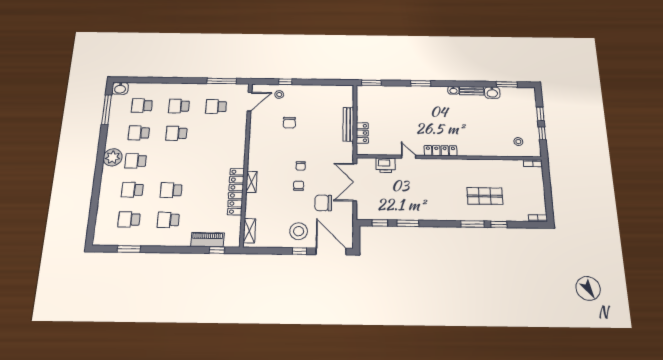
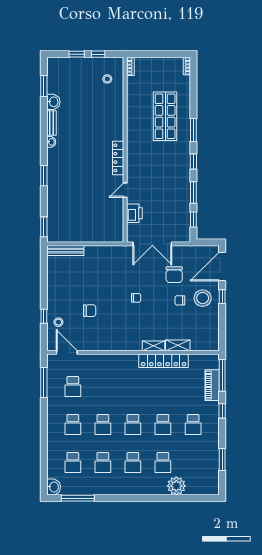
bench: (348, 124) -> (65, 251), moved
locker: (362, 133) -> (100, 236), removed
plant: (113, 157) -> (176, 486), moved
chair: (299, 186) -> (180, 300), moved
shop shelf: (485, 196) -> (165, 116), width x1.43, depth x1.36
school desk: (129, 219) -> (133, 424), moved
window: (499, 224) -> (193, 161), moved
shelving: (249, 231) -> (178, 345), moved
window: (180, 250) -> (222, 411), added
window: (217, 250) -> (222, 375), width x2.17

